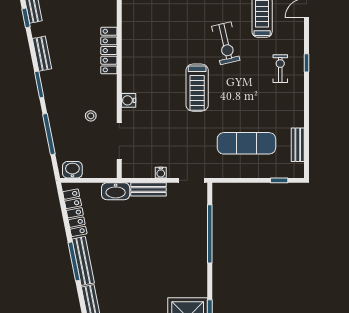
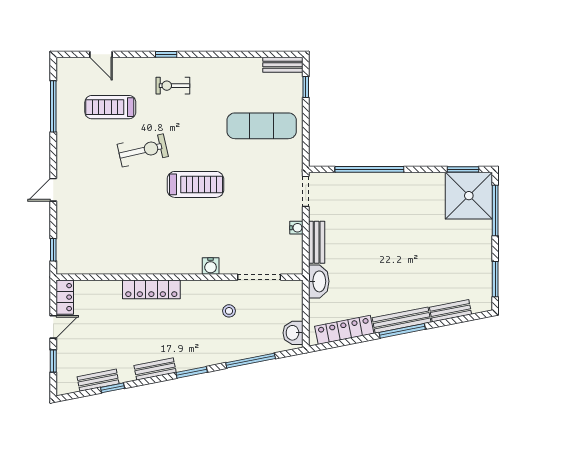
exercise mat: (246, 143) -> (262, 126), turned 90
bench: (298, 145) -> (283, 65), moved

